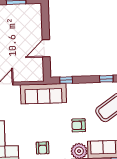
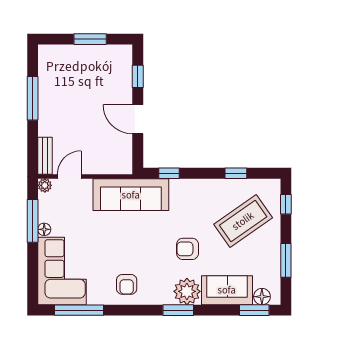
window: (45, 22) -> (138, 76), added
door: (46, 48) -> (138, 119), hinge flipped

